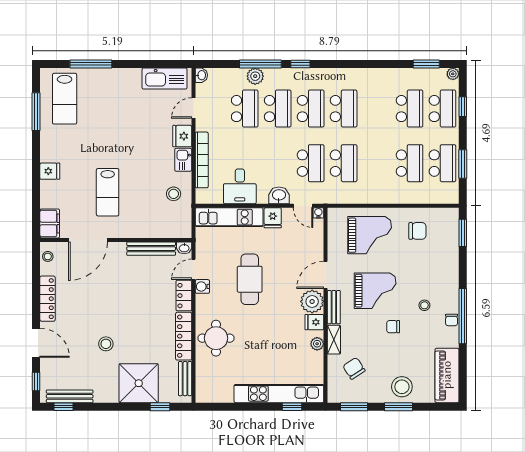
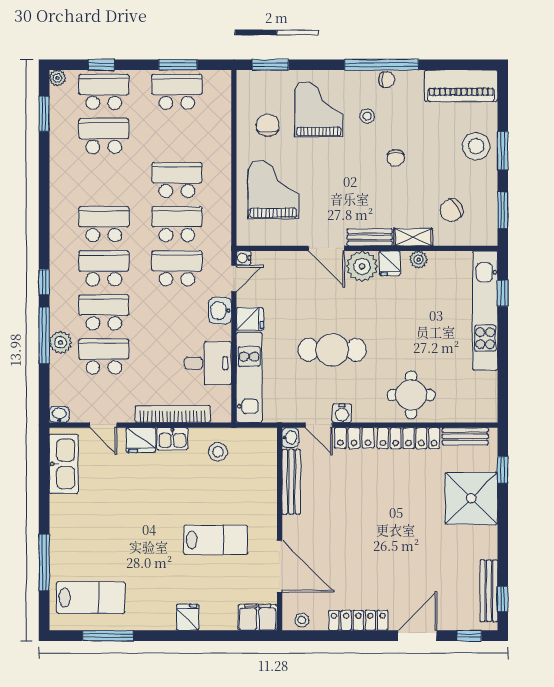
school desk: (409, 163) -> (177, 180), moved
grand piano: (375, 291) -> (319, 109), moved
stool: (106, 344) -> (419, 542), removed

